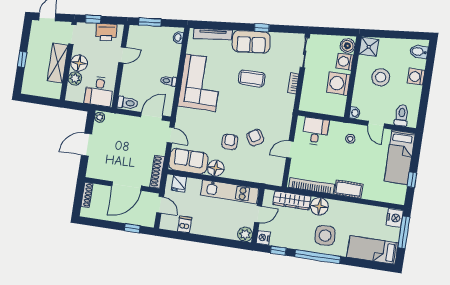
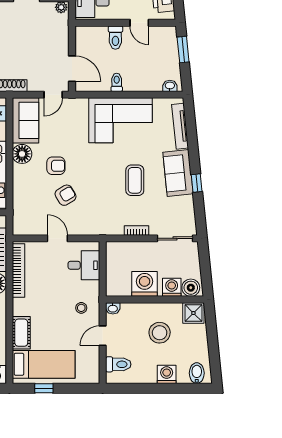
toilet: (127, 103) -> (115, 38), moved
bed: (400, 157) -> (44, 364), moved, turned 180
cot: (349, 189) -> (21, 333), moved

